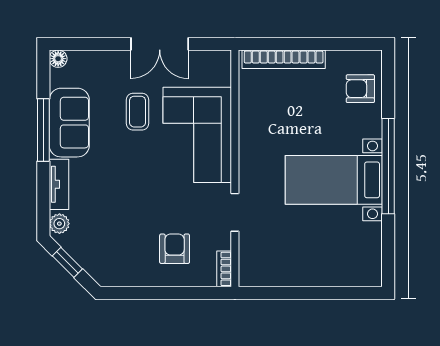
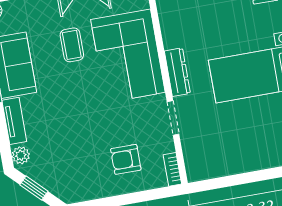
dresser: (249, 163) -> (177, 72), added
armchair: (175, 249) -> (126, 159), turned -90

